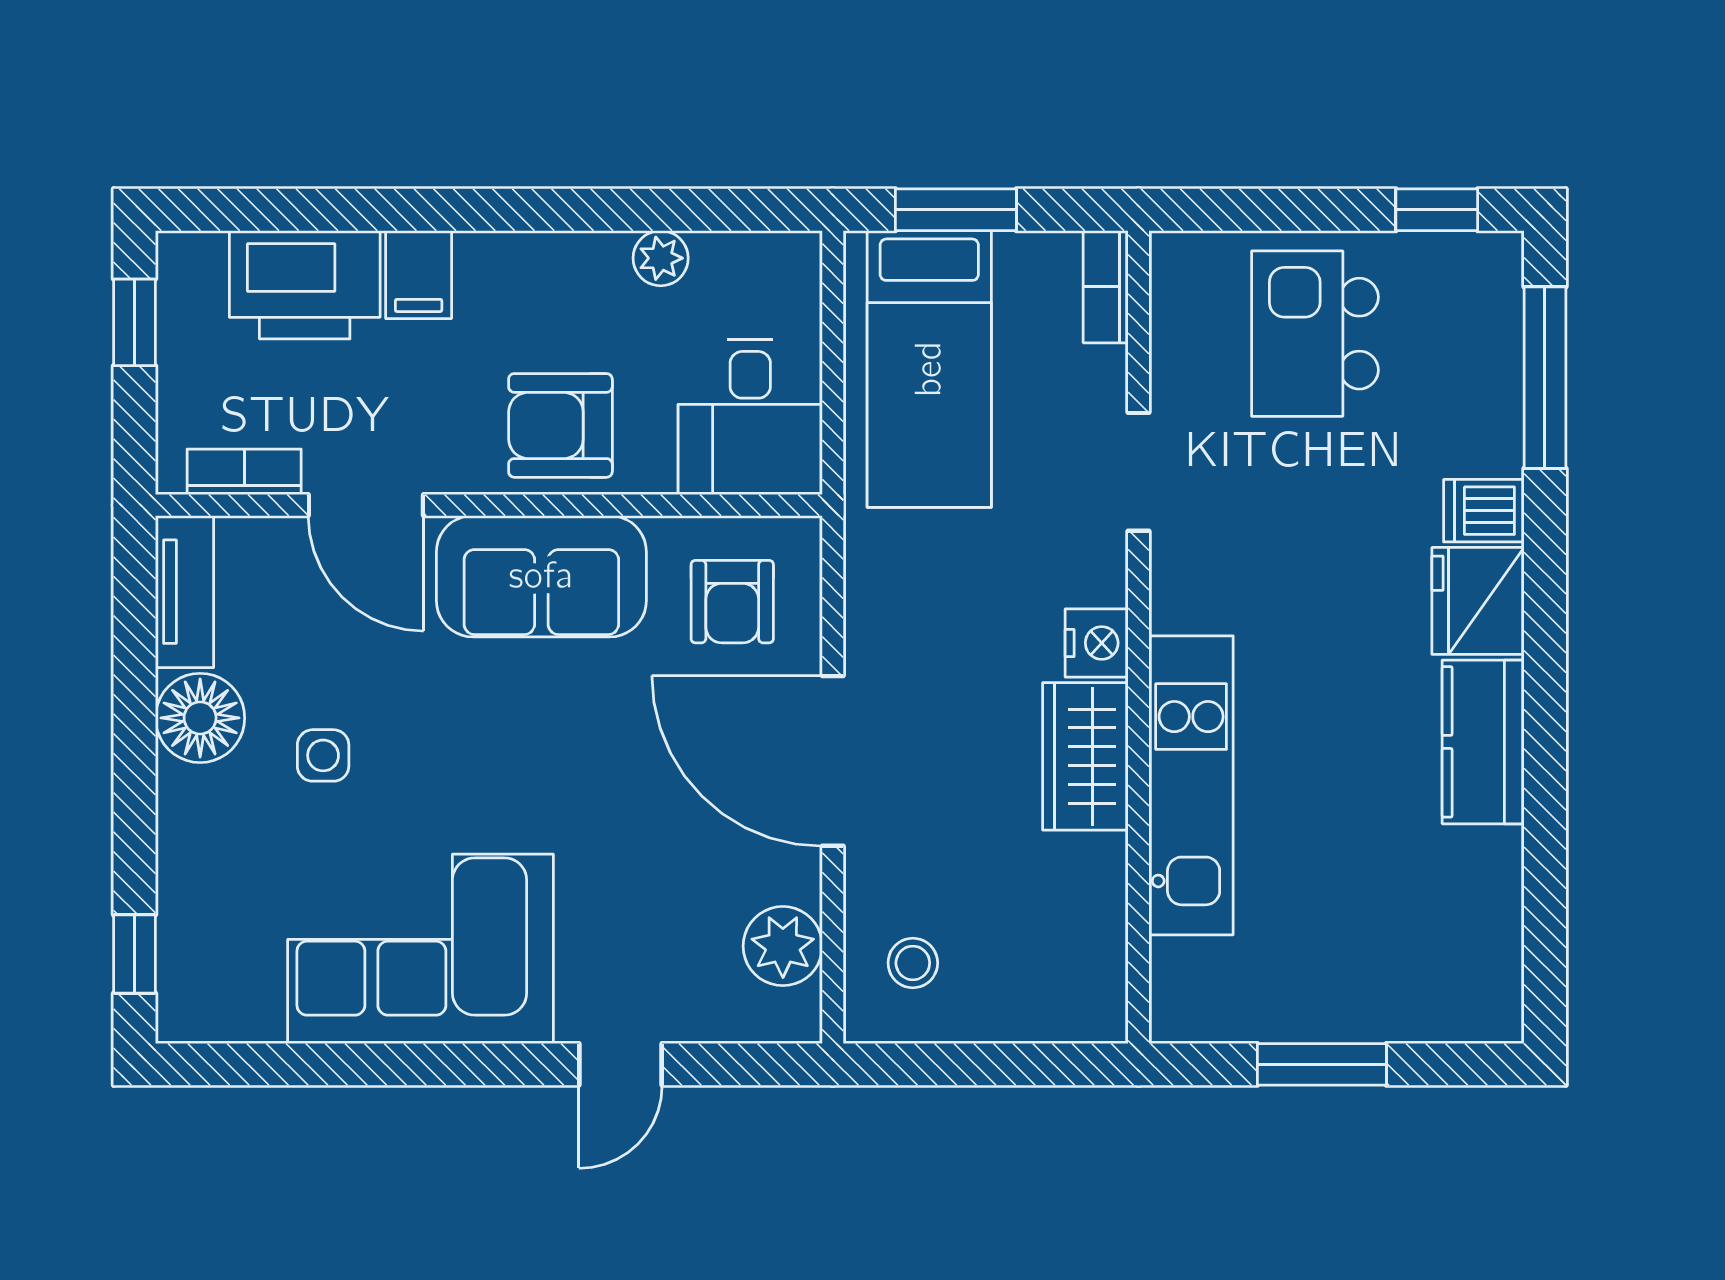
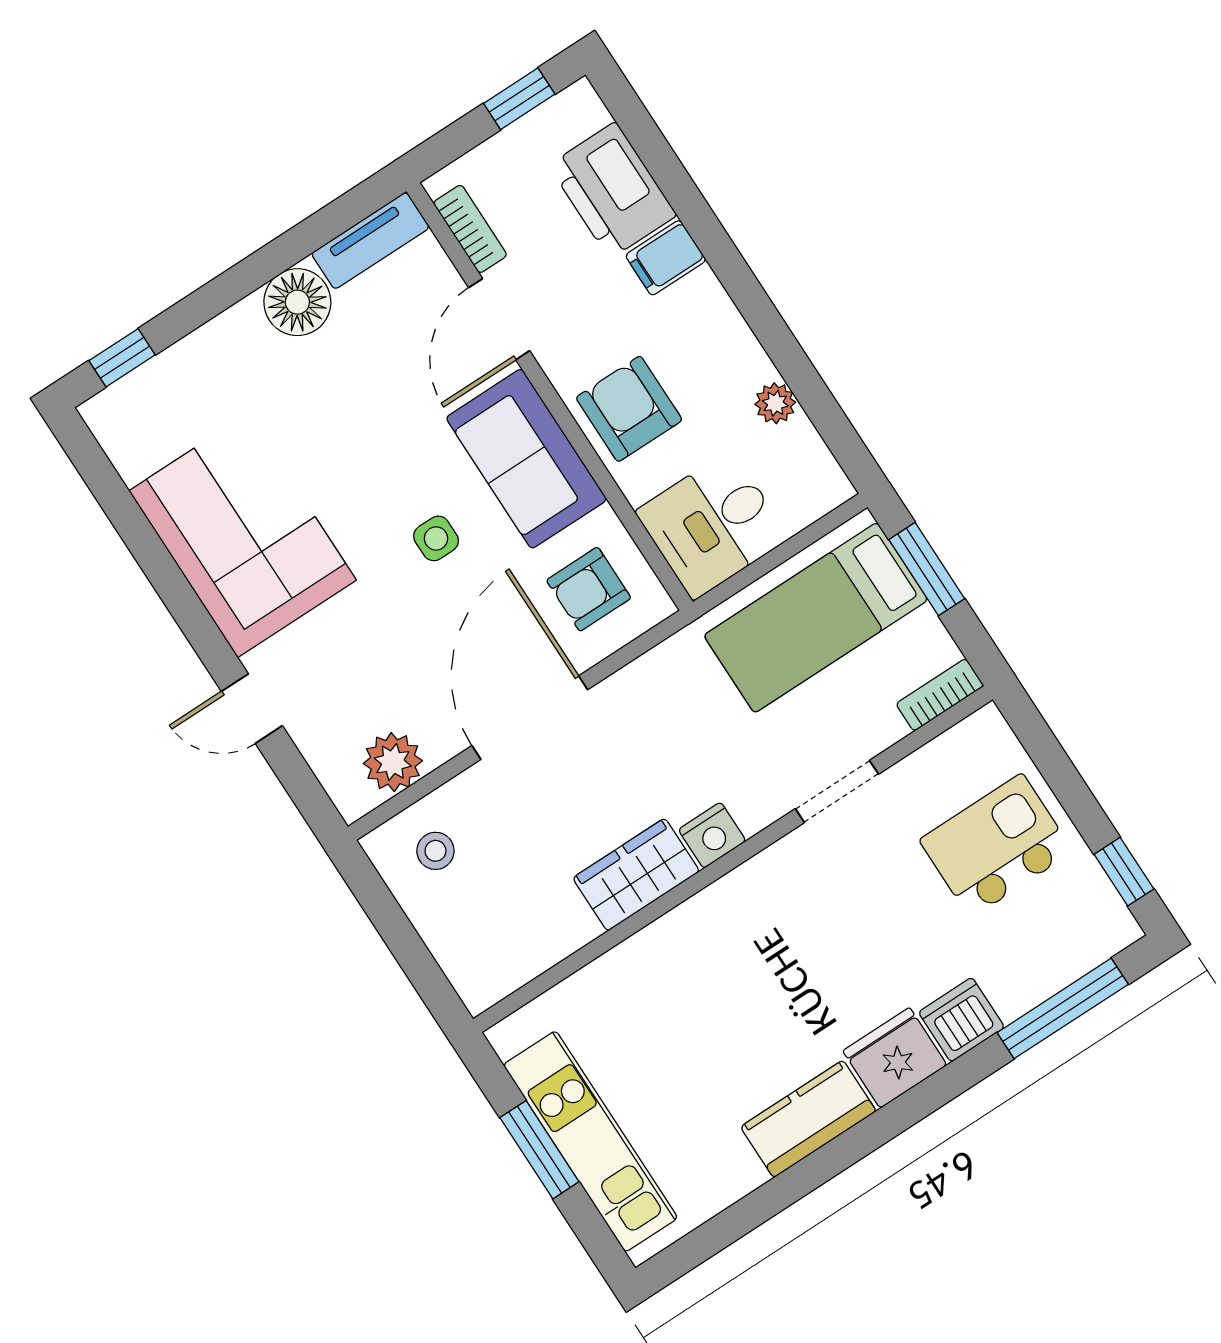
dishwasher: (1484, 511) -> (961, 1020), width x1.38
side table: (323, 755) -> (436, 538), moved
kitchen unit: (1191, 785) -> (590, 1141), moved, turned -90

